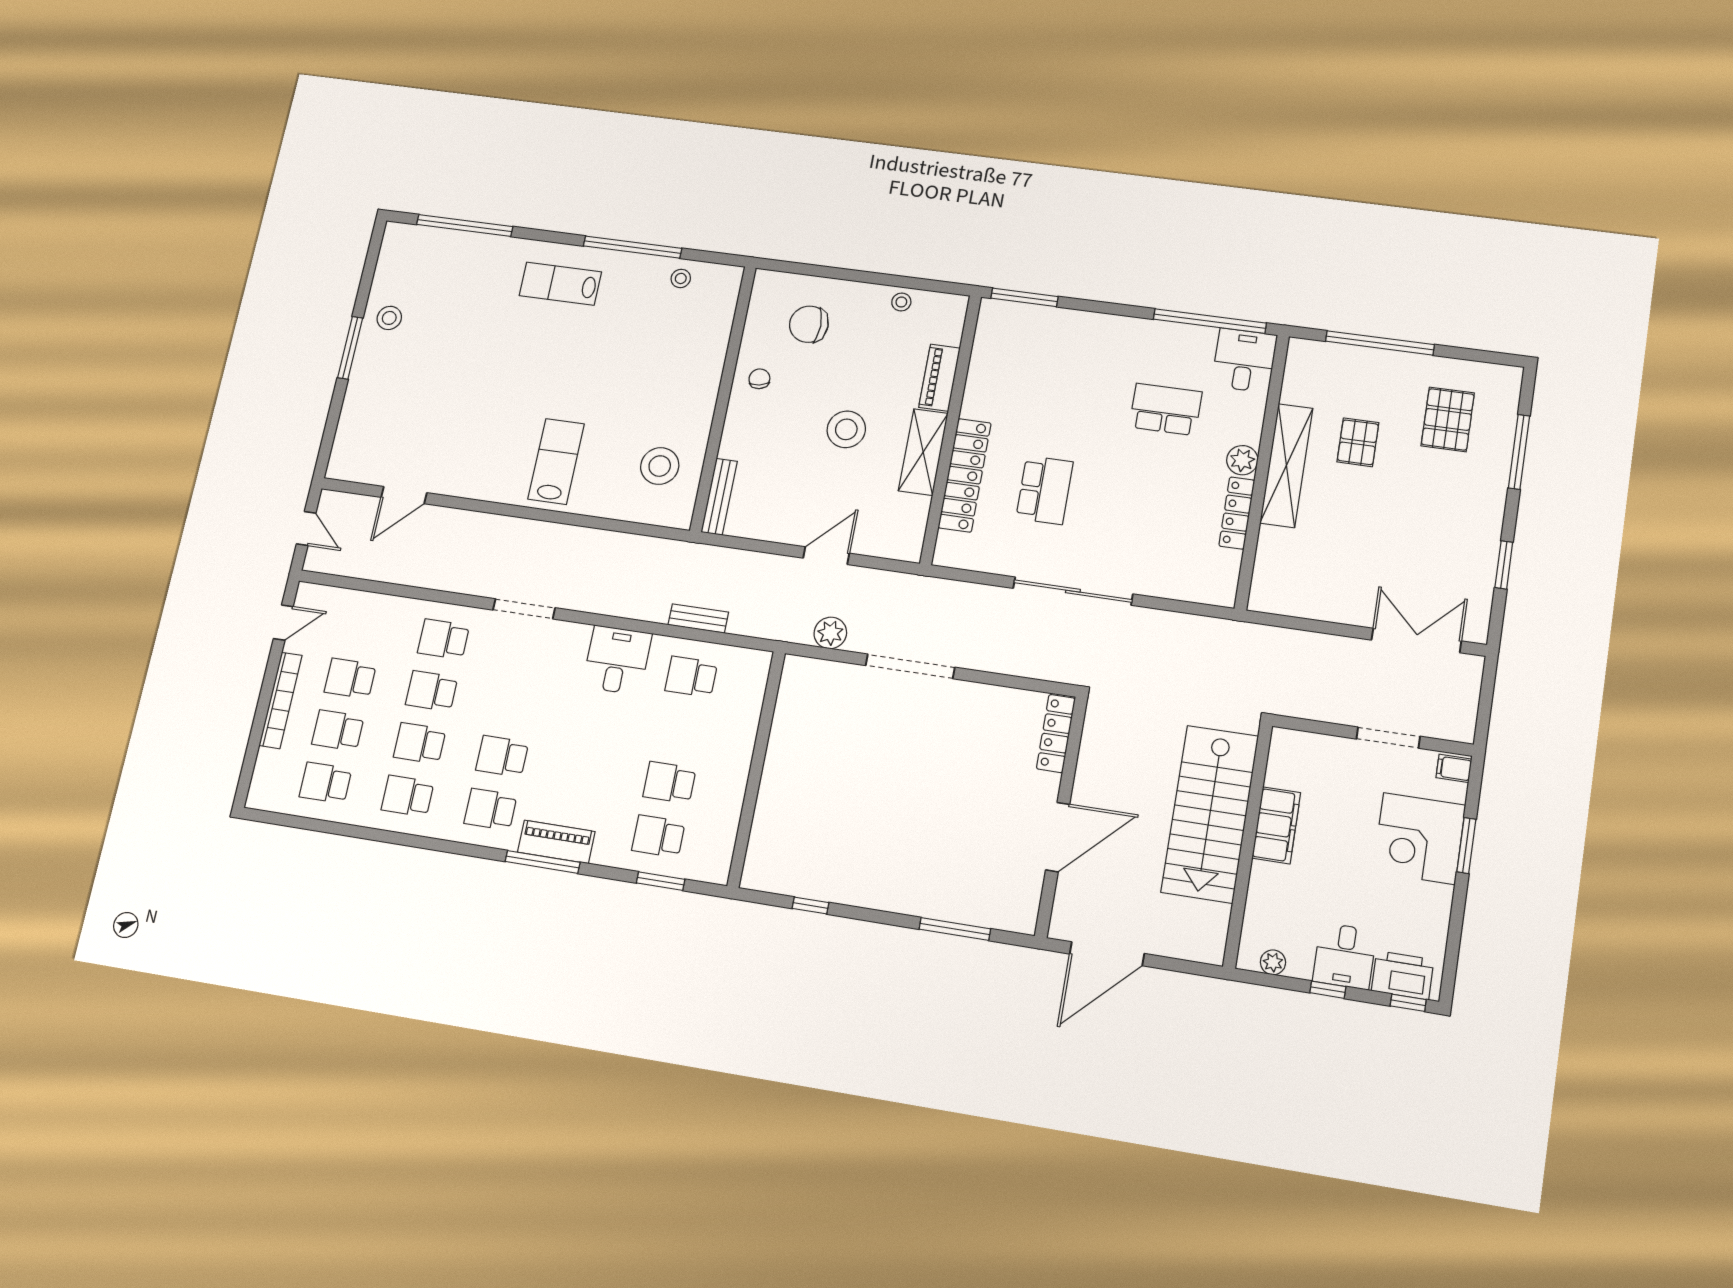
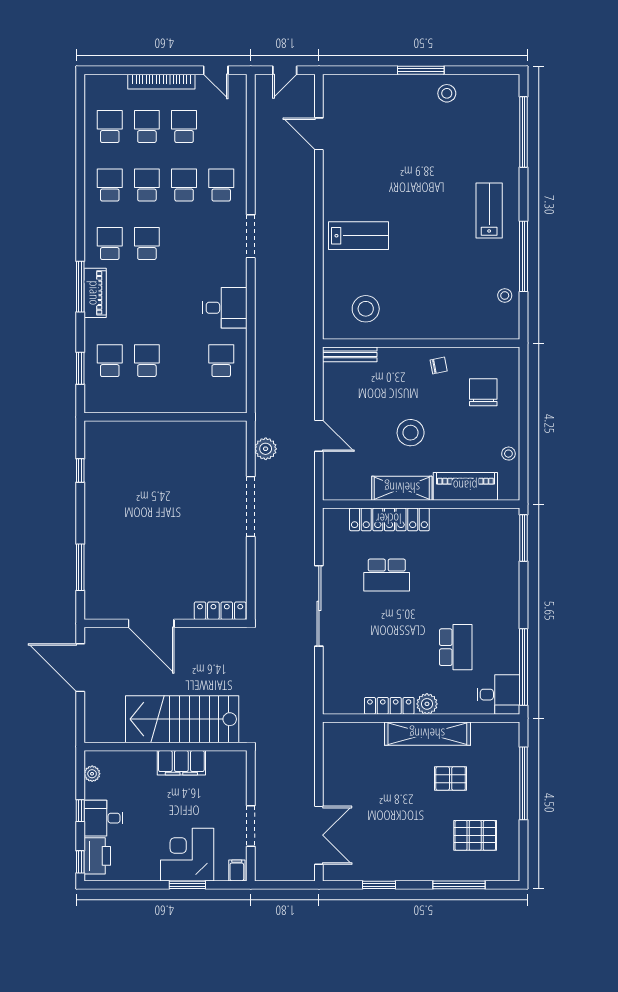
piano: (939, 378) -> (465, 486), width x1.37, depth x1.33
bench: (698, 618) -> (262, 357), removed

